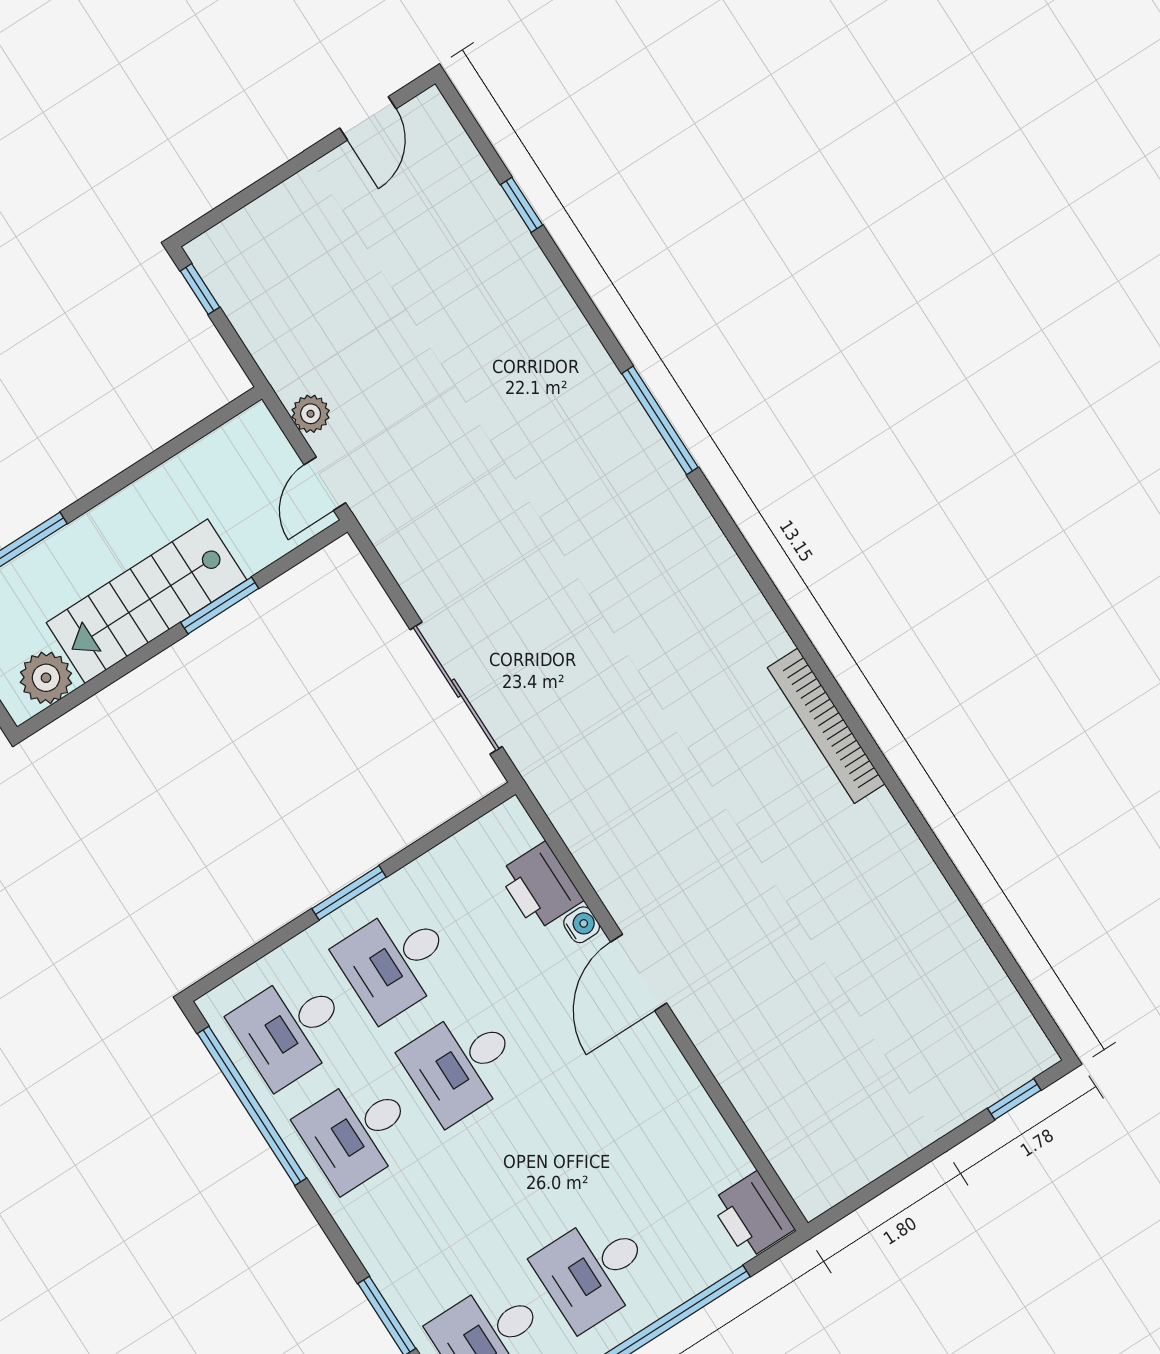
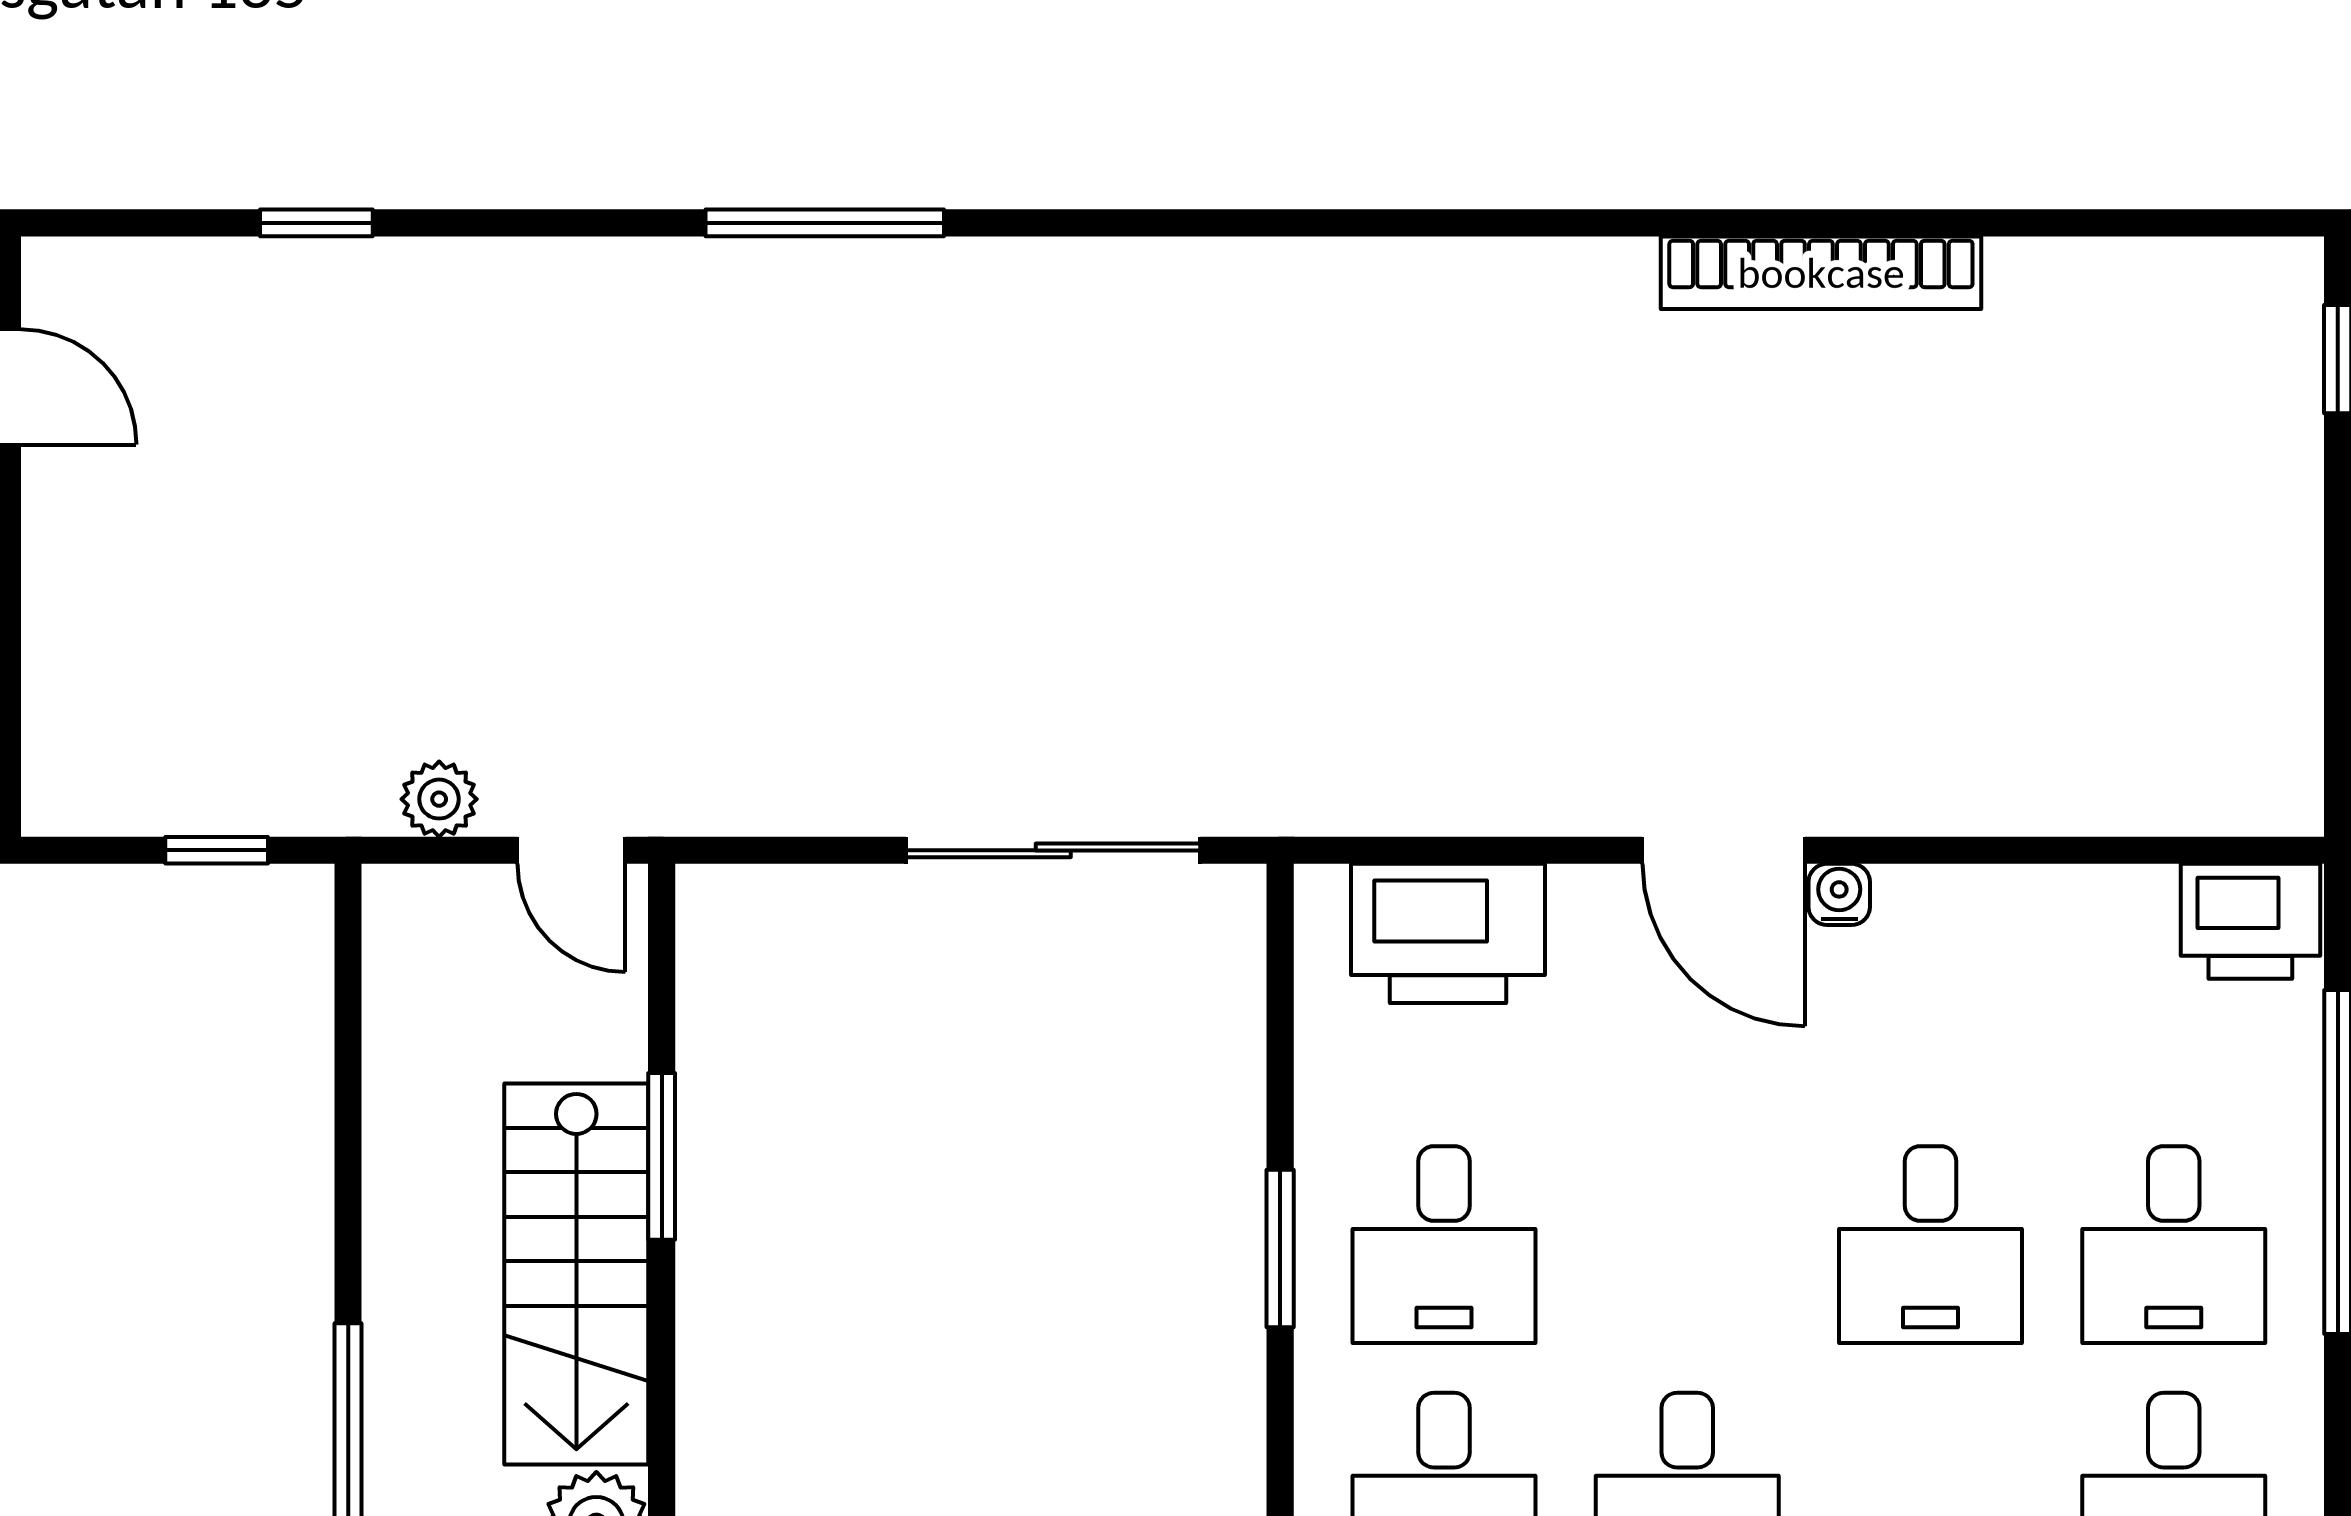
window: (200, 289) -> (217, 850), moved
bookcase: (826, 726) -> (1821, 273), moved
printer: (540, 886) -> (1448, 933), width x1.37, depth x1.19
water cooler: (582, 925) -> (1839, 894), moved
desk: (461, 1064) -> (1930, 1245), moved

